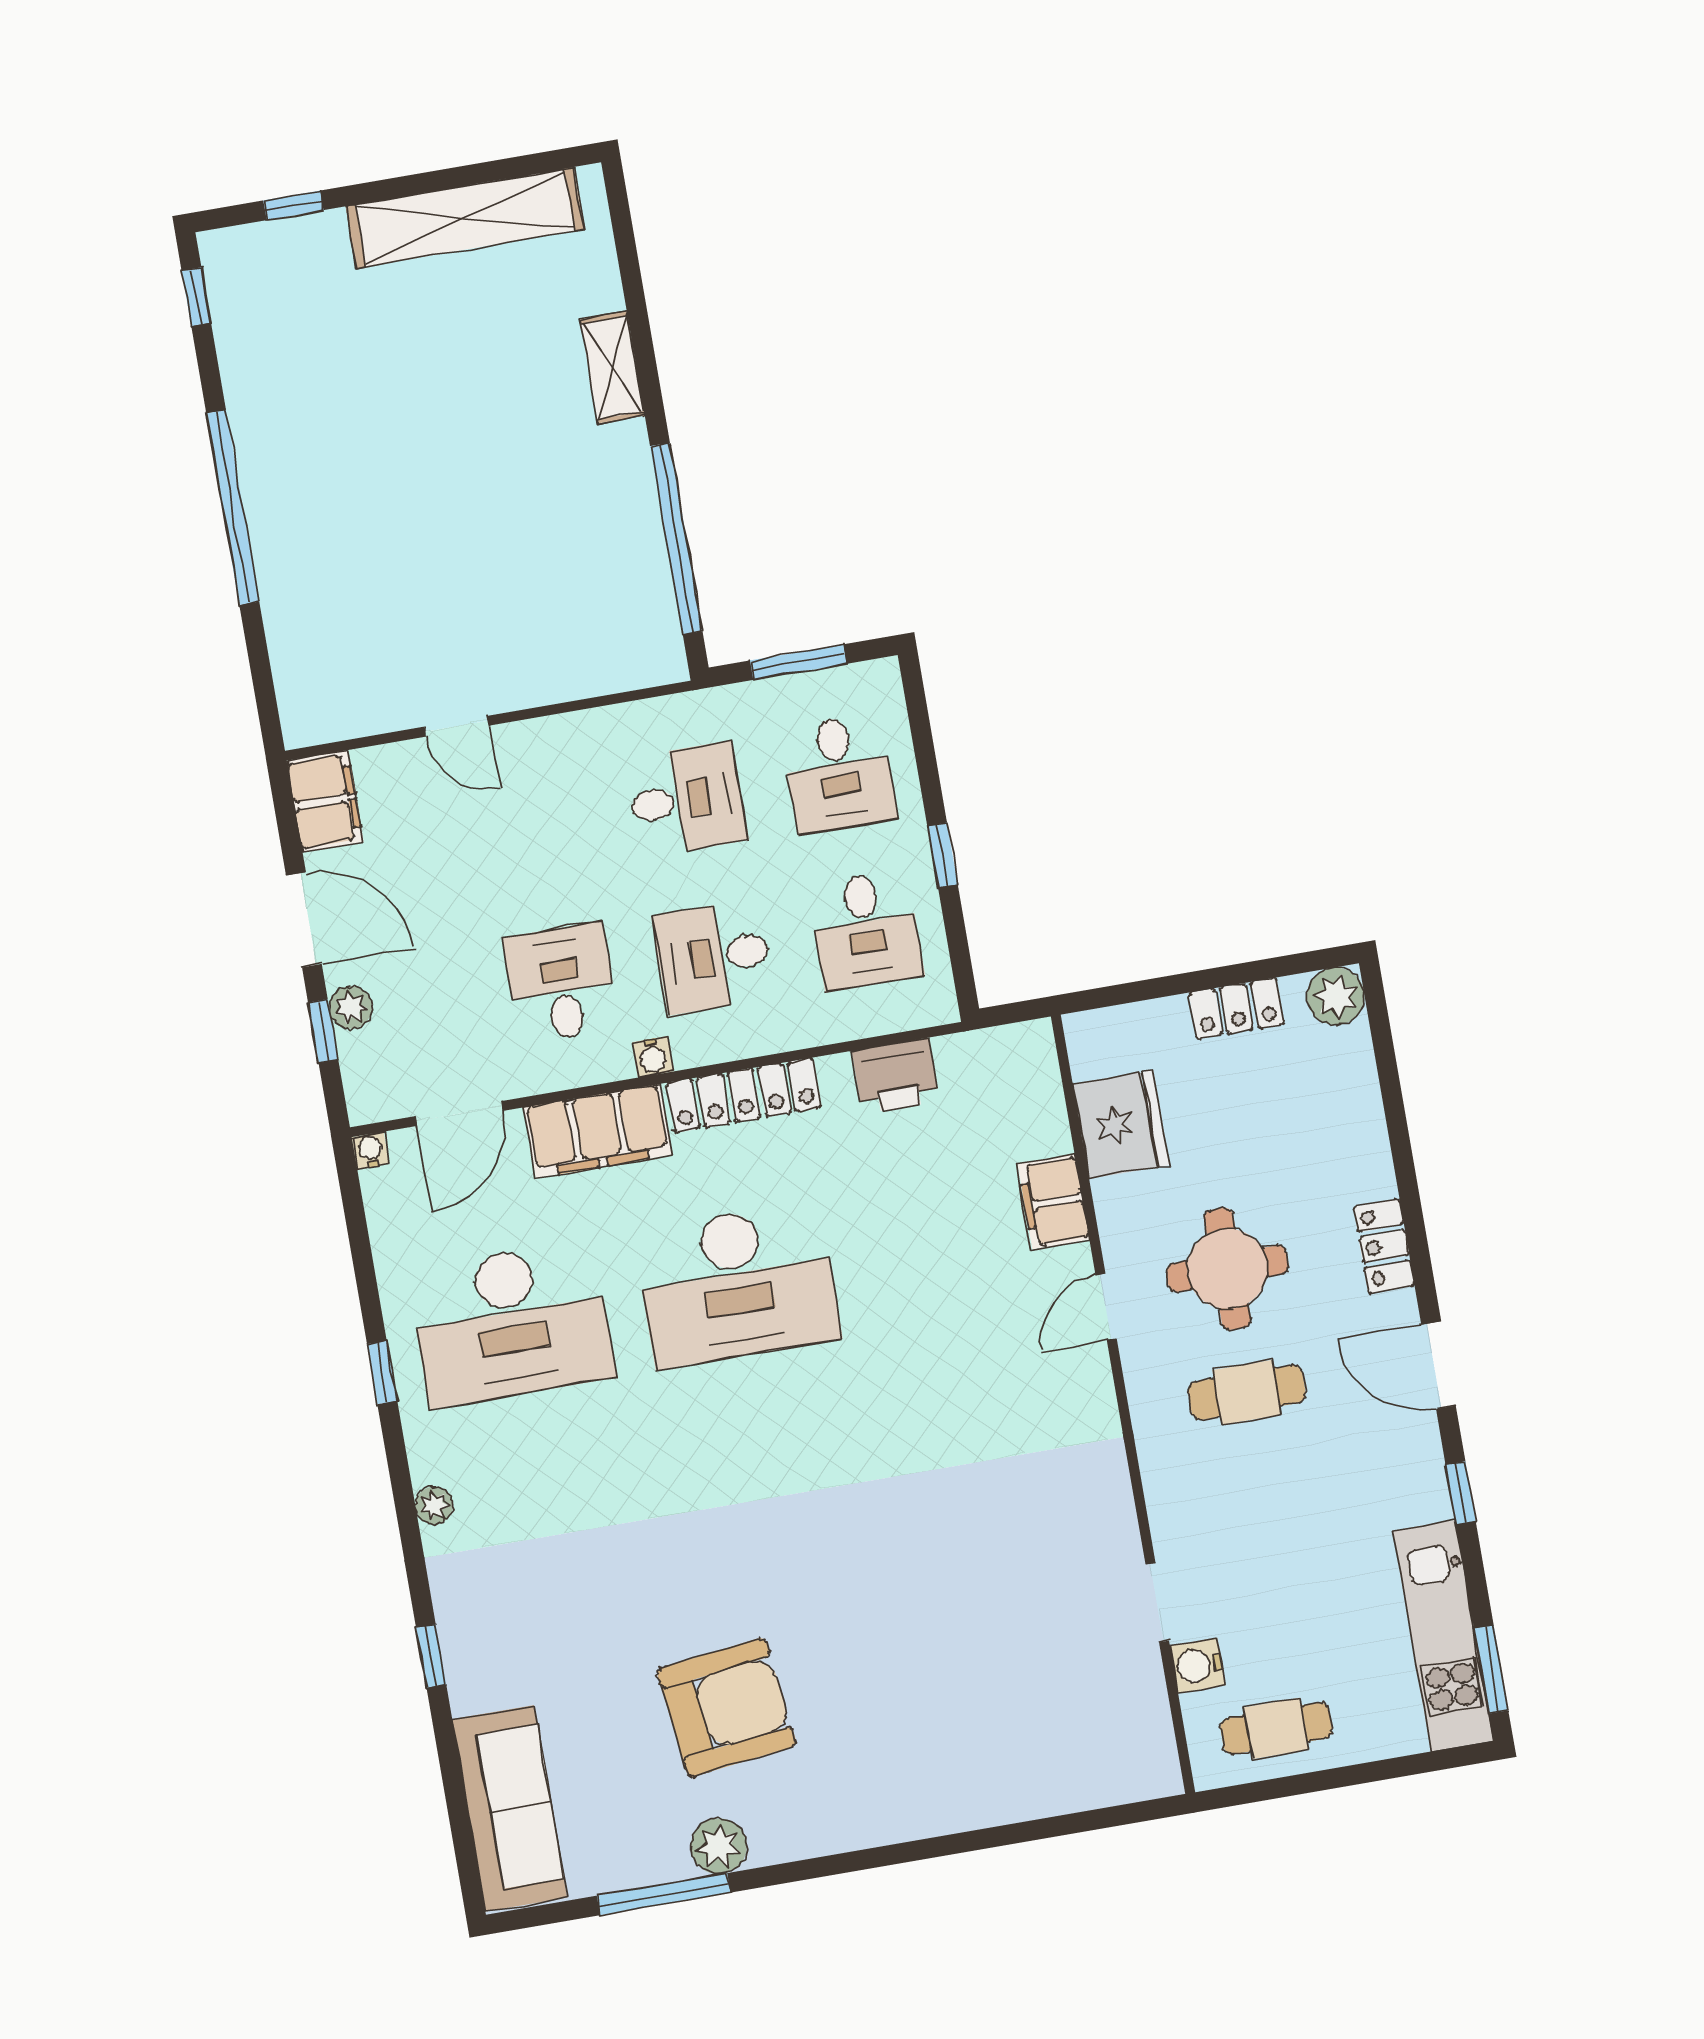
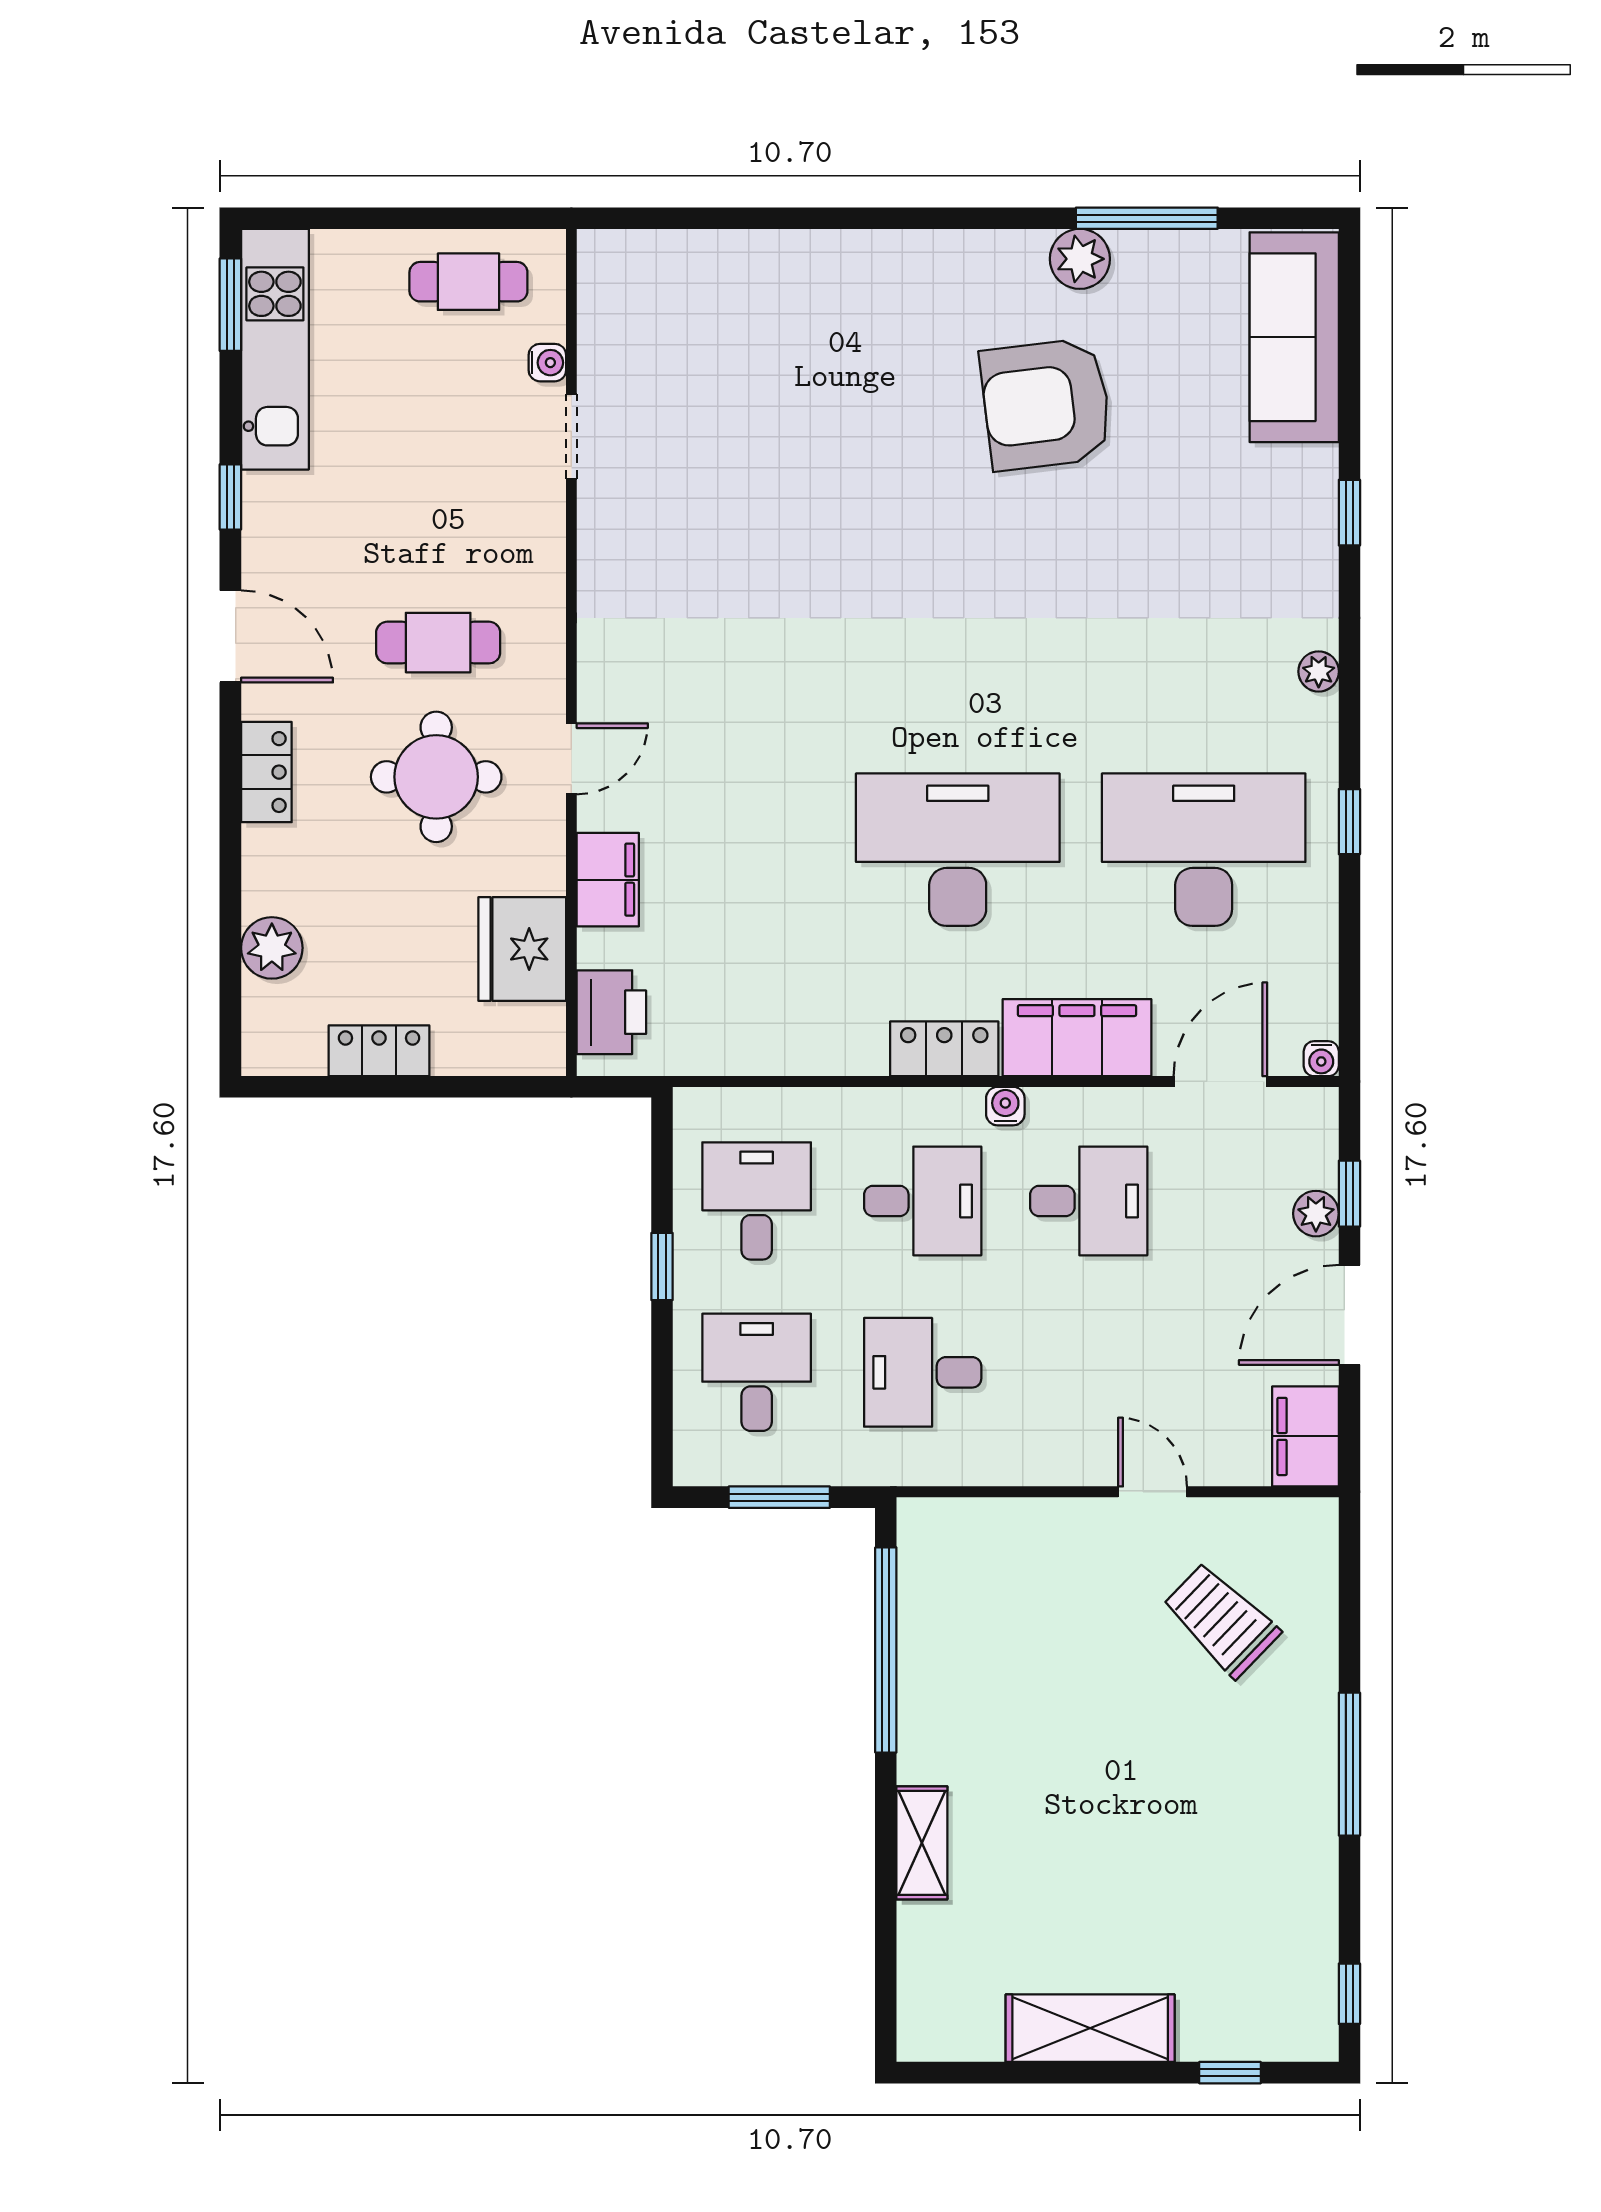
shelving: (465, 218) -> (1090, 2028), width x0.68
window: (233, 507) -> (1349, 1764), width x0.68
trolley: (373, 620) -> (1221, 1620), added
door: (304, 920) -> (1349, 1315), hinge flipped
desk: (561, 983) -> (1089, 1201), turned -90
plant: (1336, 996) -> (272, 948), moved
printer: (895, 1076) -> (611, 1012), moved, turned 90
locker: (744, 1095) -> (944, 1049), width x0.66
water cooler: (1198, 1665) -> (547, 363), width x0.72, depth x0.72

